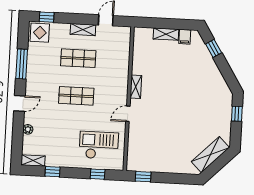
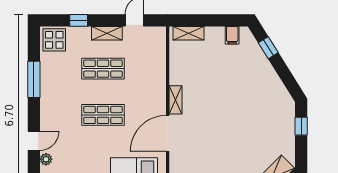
window: (47, 17) -> (79, 20), moved
shelving: (166, 34) -> (189, 33), moved
door: (19, 103) -> (34, 141), moved
door: (128, 114) -> (168, 133), width x1.87

